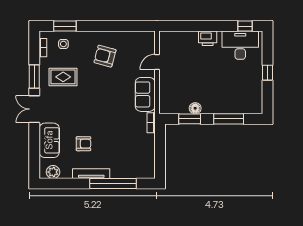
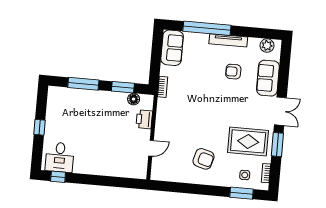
printer: (208, 38) -> (144, 119), moved, turned -90
desk: (240, 45) -> (60, 157), width x0.73
rug: (63, 77) -> (248, 141), width x1.36, depth x1.43
sofa: (145, 94) -> (172, 48), moved
floor lamp: (195, 108) -> (134, 99), moved

